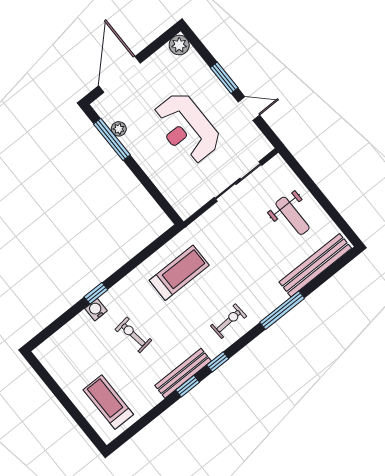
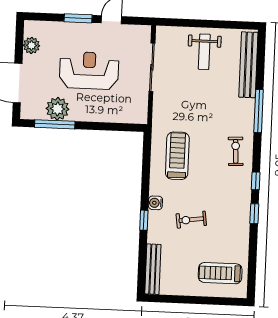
plant: (179, 45) -> (31, 45), moved
reception desk: (186, 128) -> (89, 71), turned 180
plant: (119, 129) -> (58, 109), width x1.87, depth x1.87
weight bench: (293, 216) -> (204, 52), turned 90
water cooler: (96, 310) -> (155, 203), moved
bench: (183, 373) -> (153, 269), moved

